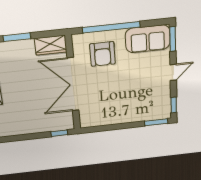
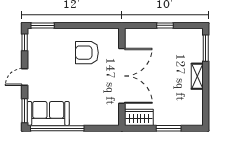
window: (111, 27) -> (57, 128), moved
armchair: (102, 54) -> (87, 53), moved, turned -90
window: (59, 133) -> (165, 25), moved

